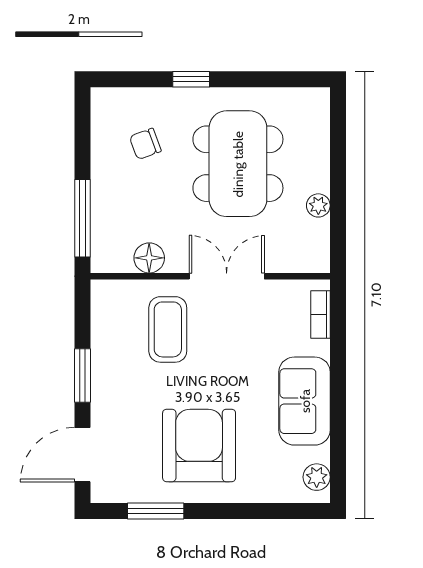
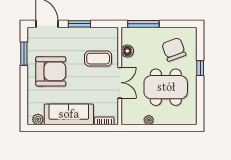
chair: (145, 144) -> (174, 49), width x1.87, depth x1.87
sofa: (305, 401) -> (69, 114), width x1.36

